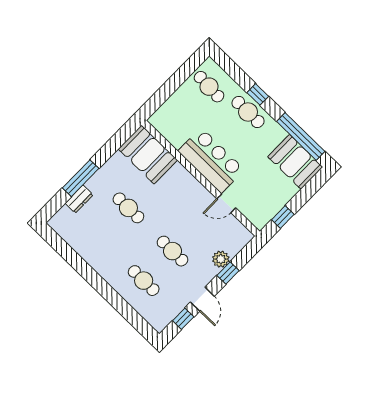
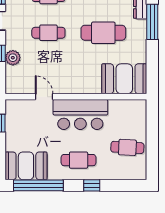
cafe table: (209, 87) -> (127, 147), moved
cafe table: (248, 112) -> (79, 160), moved
door: (226, 203) -> (44, 97), hinge flipped
cafe table: (128, 208) -> (103, 33), width x1.37, depth x1.35

